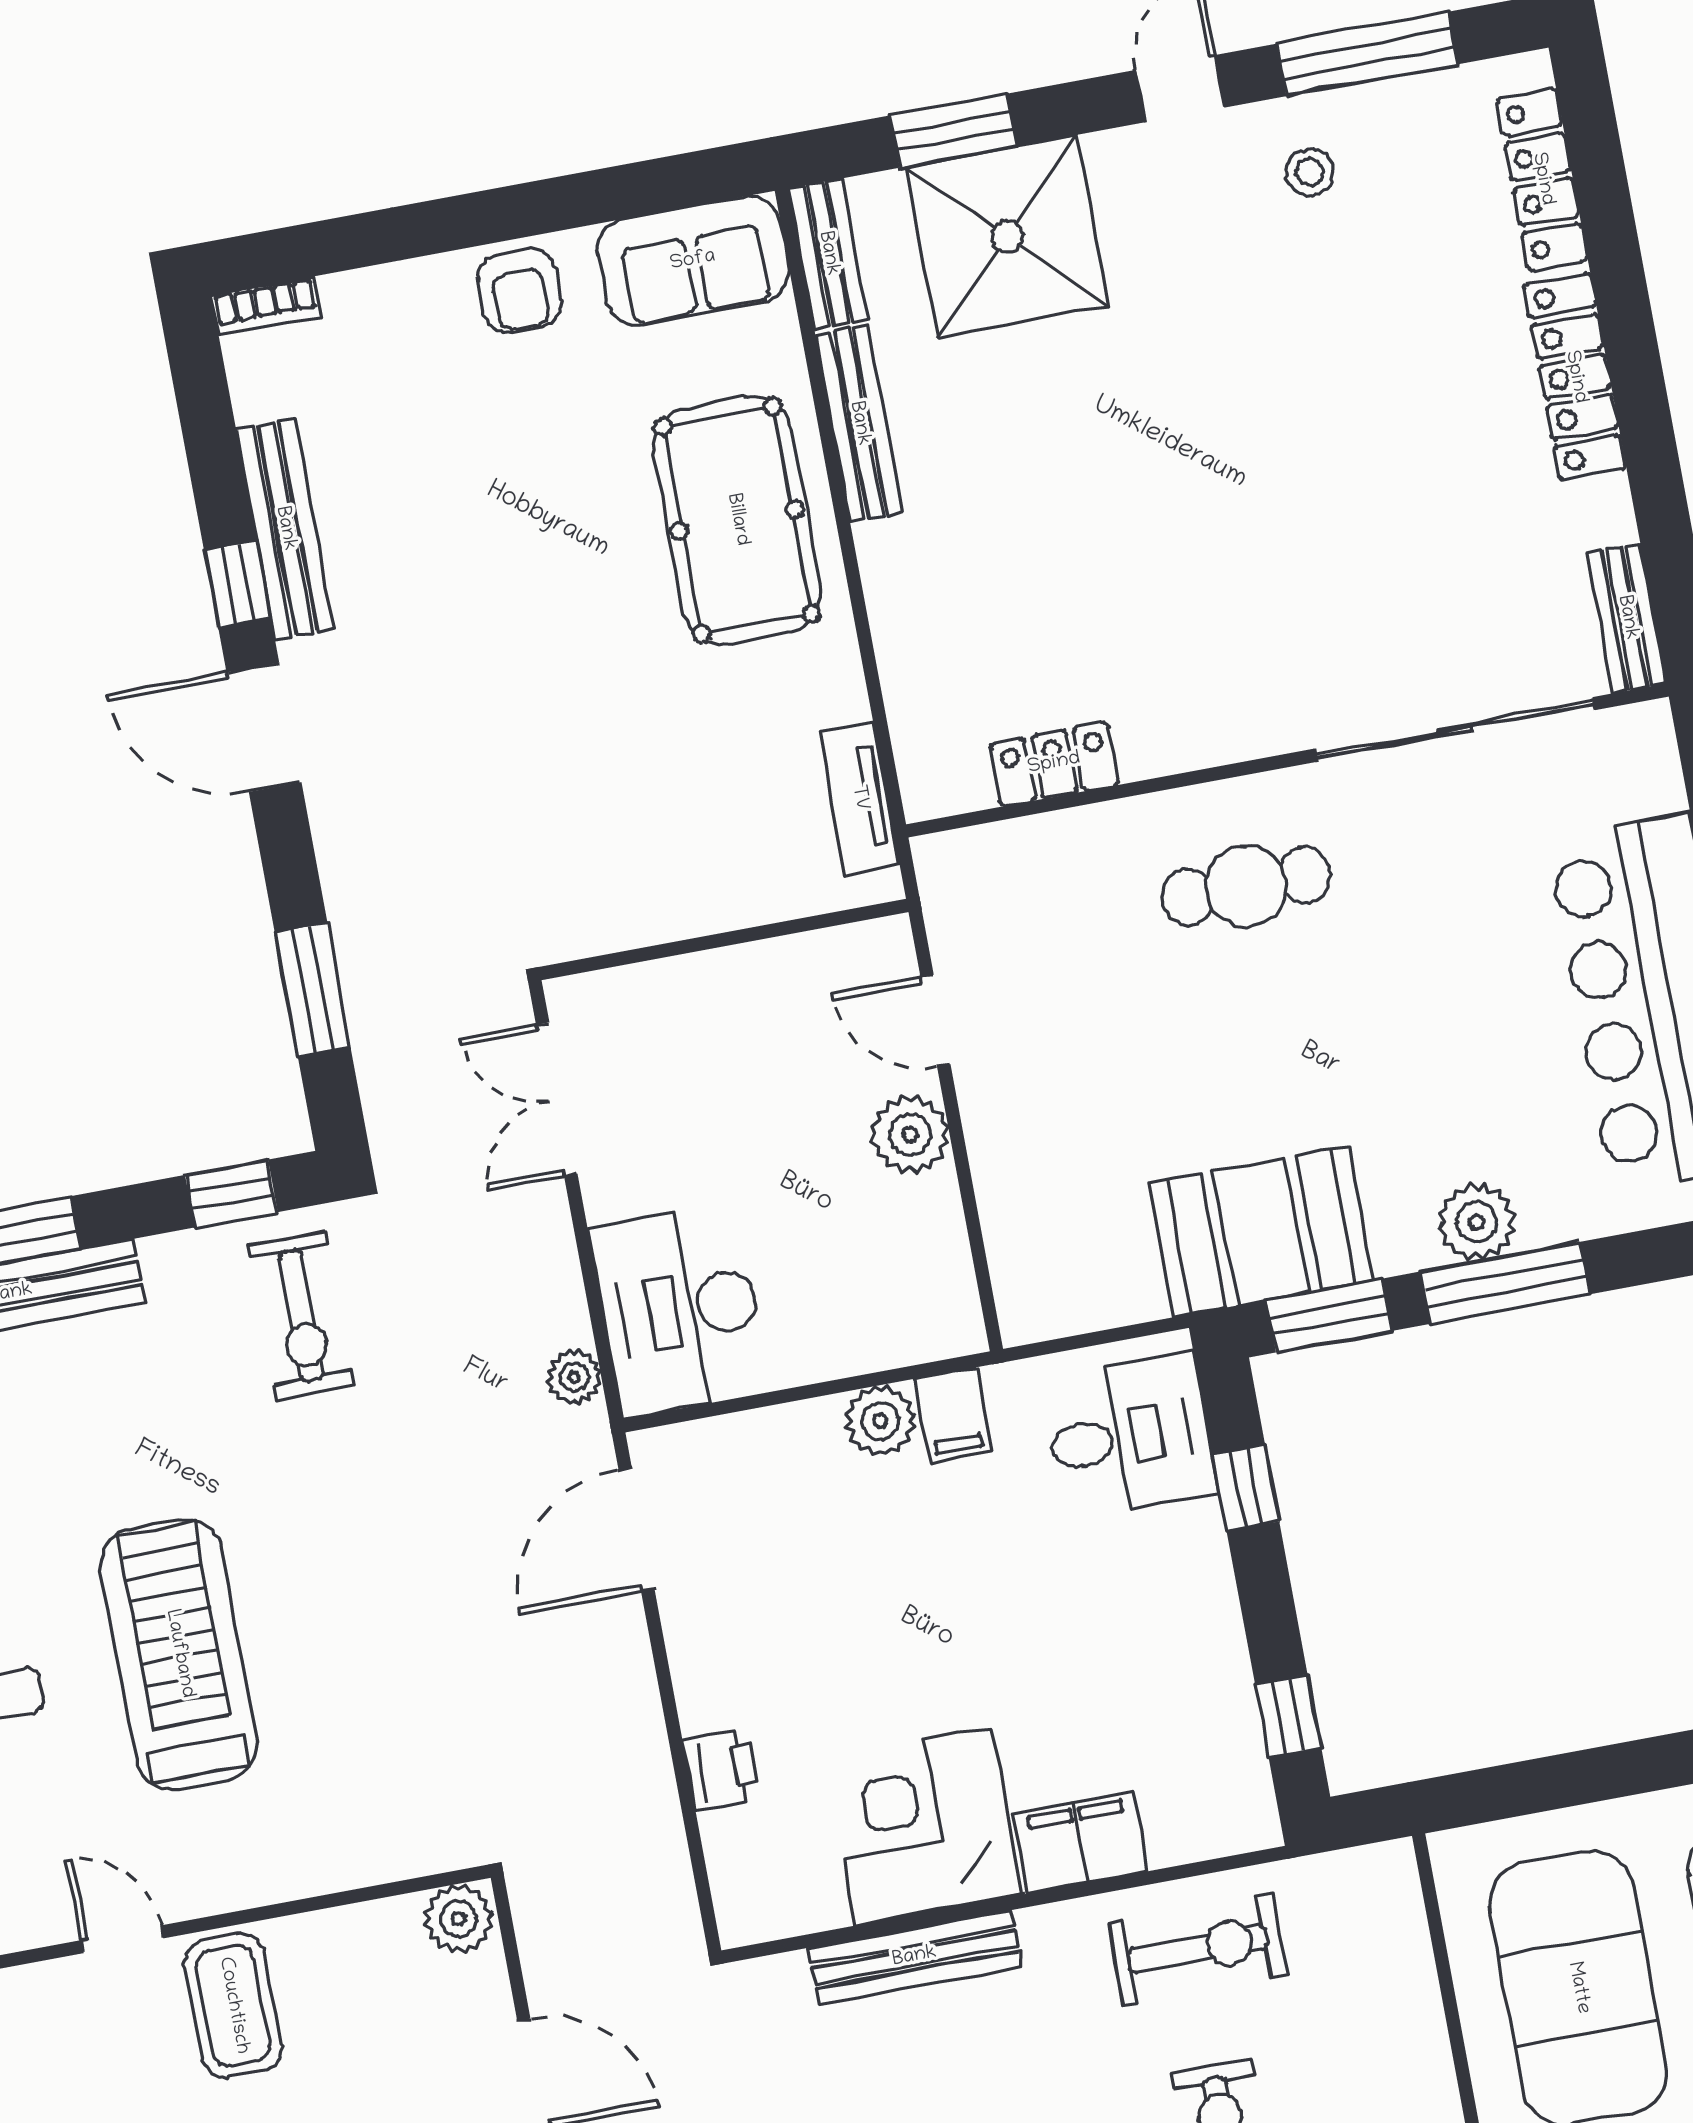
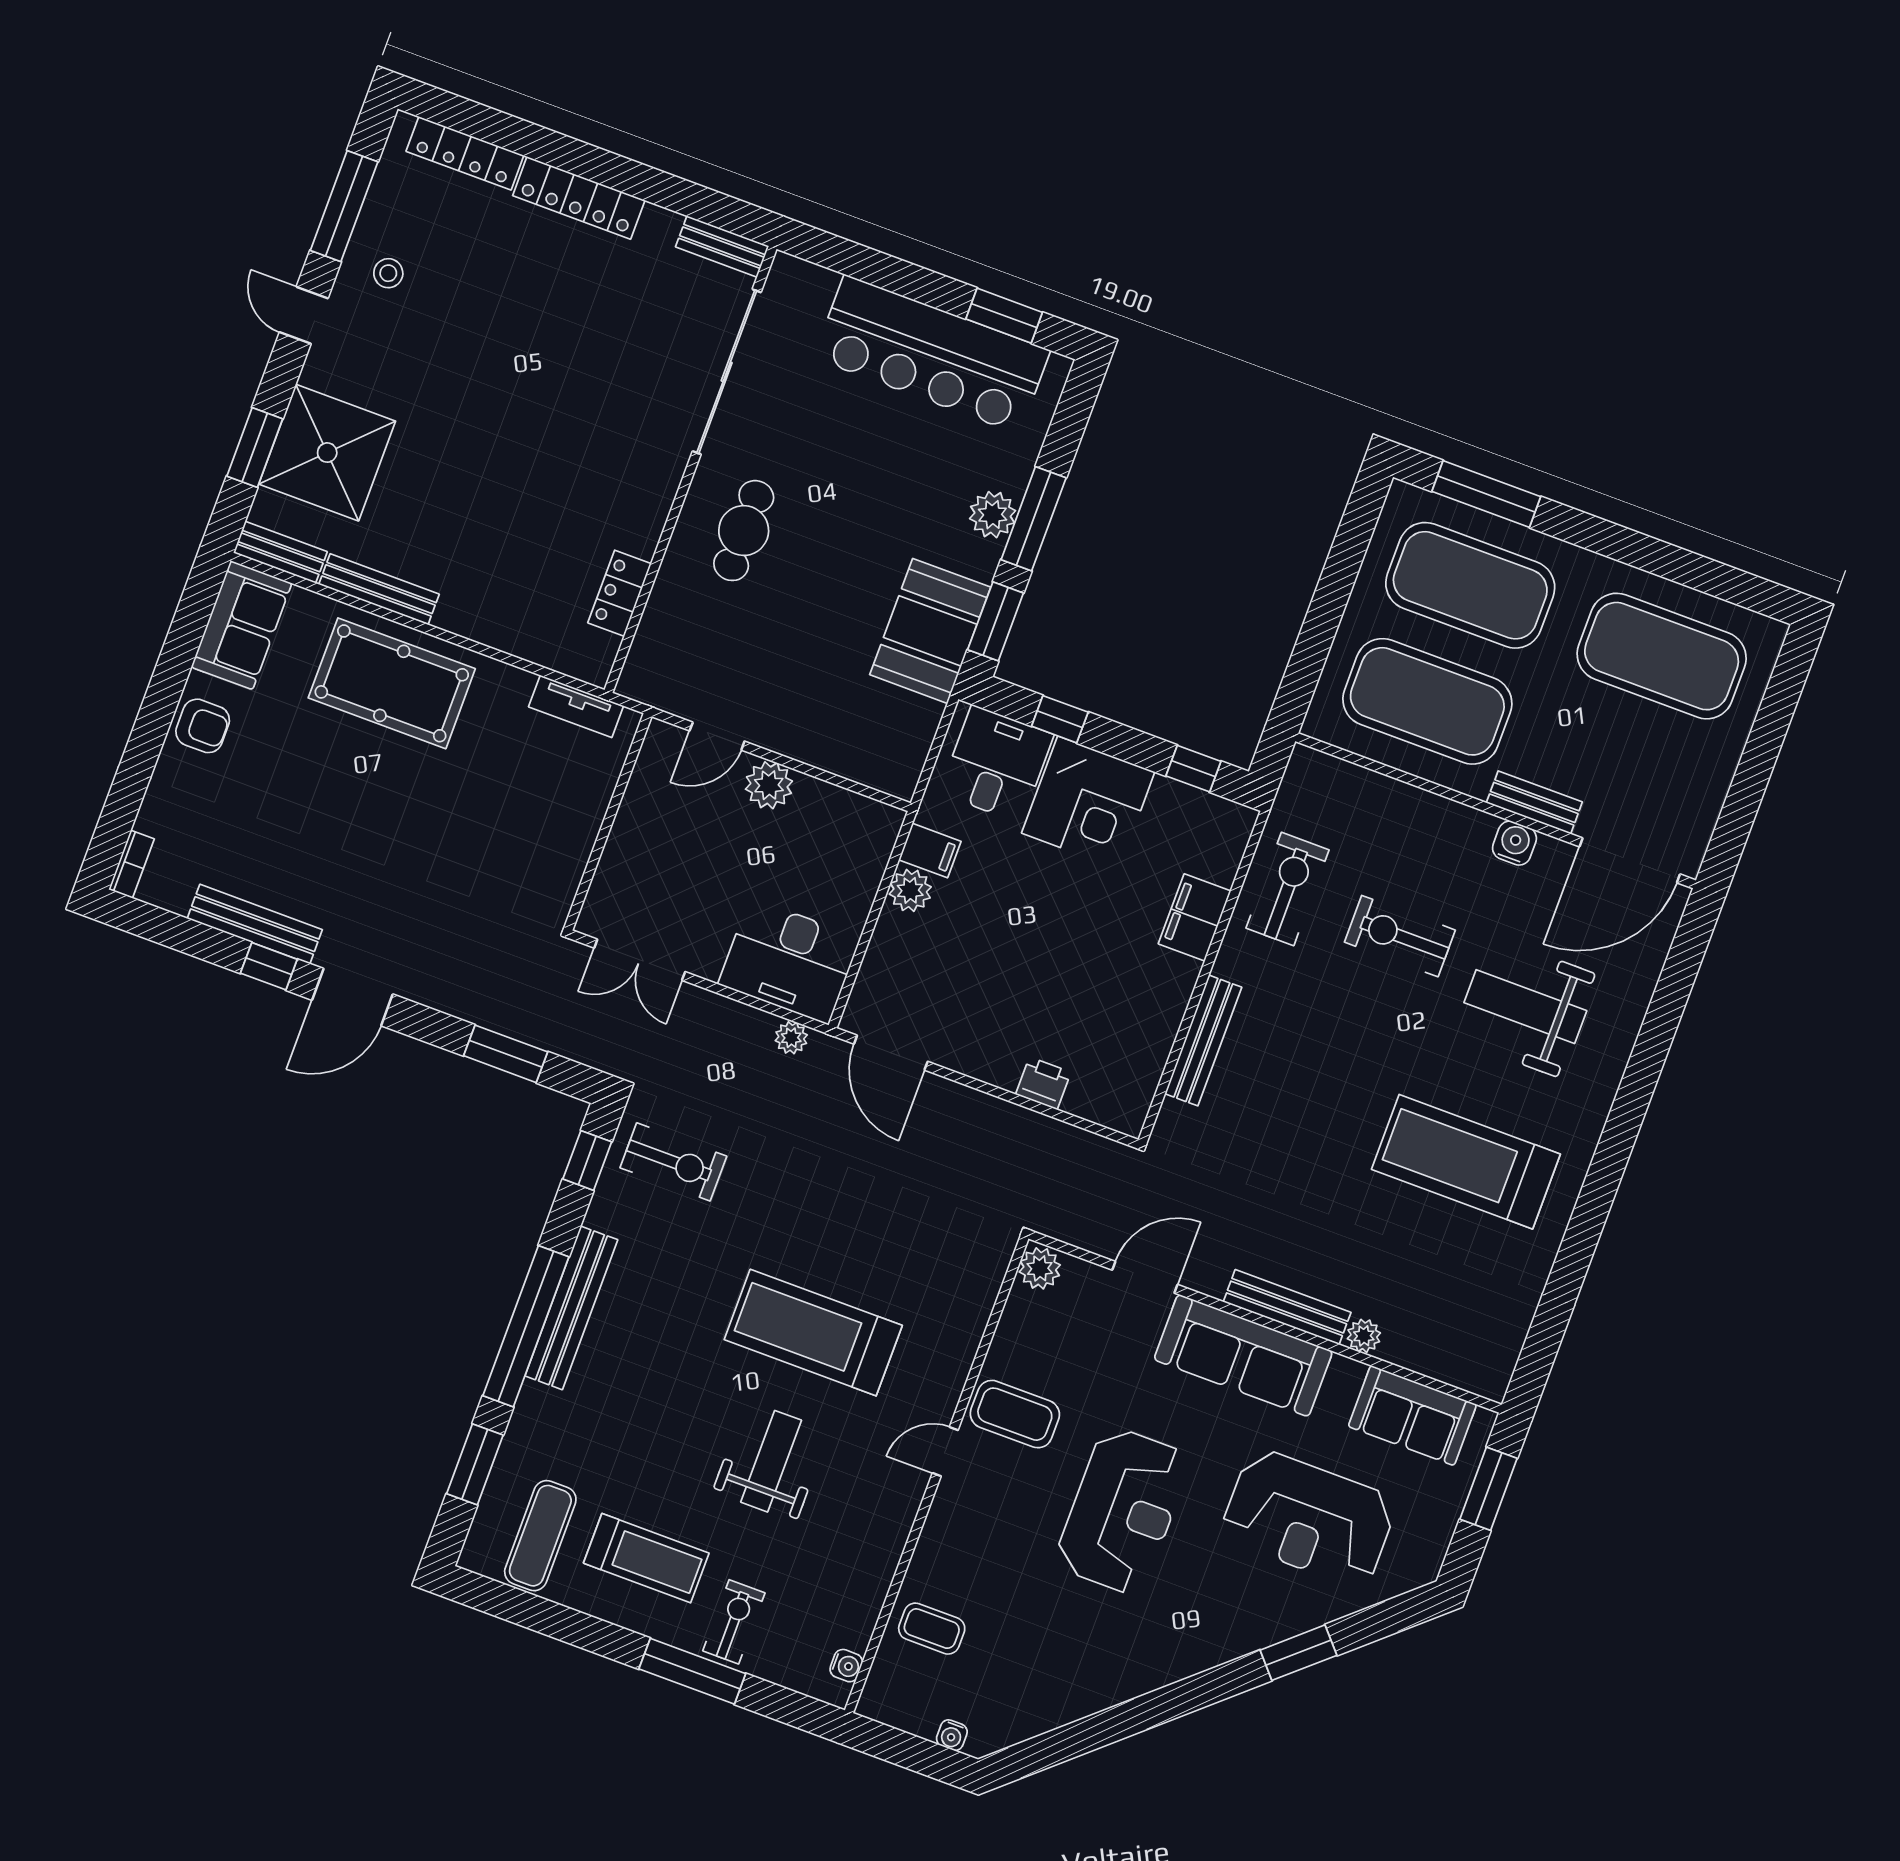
corner desk: (923, 1827) -> (1088, 803), moved, turned -90

